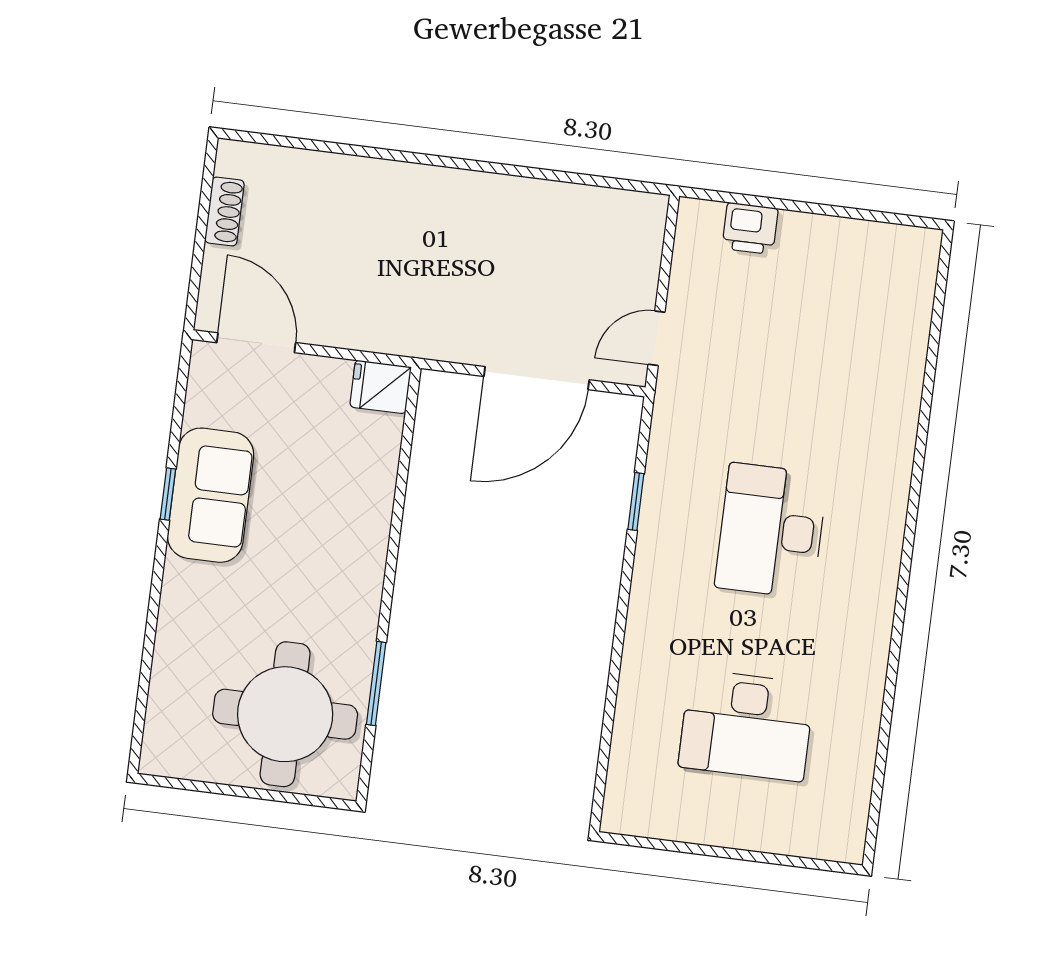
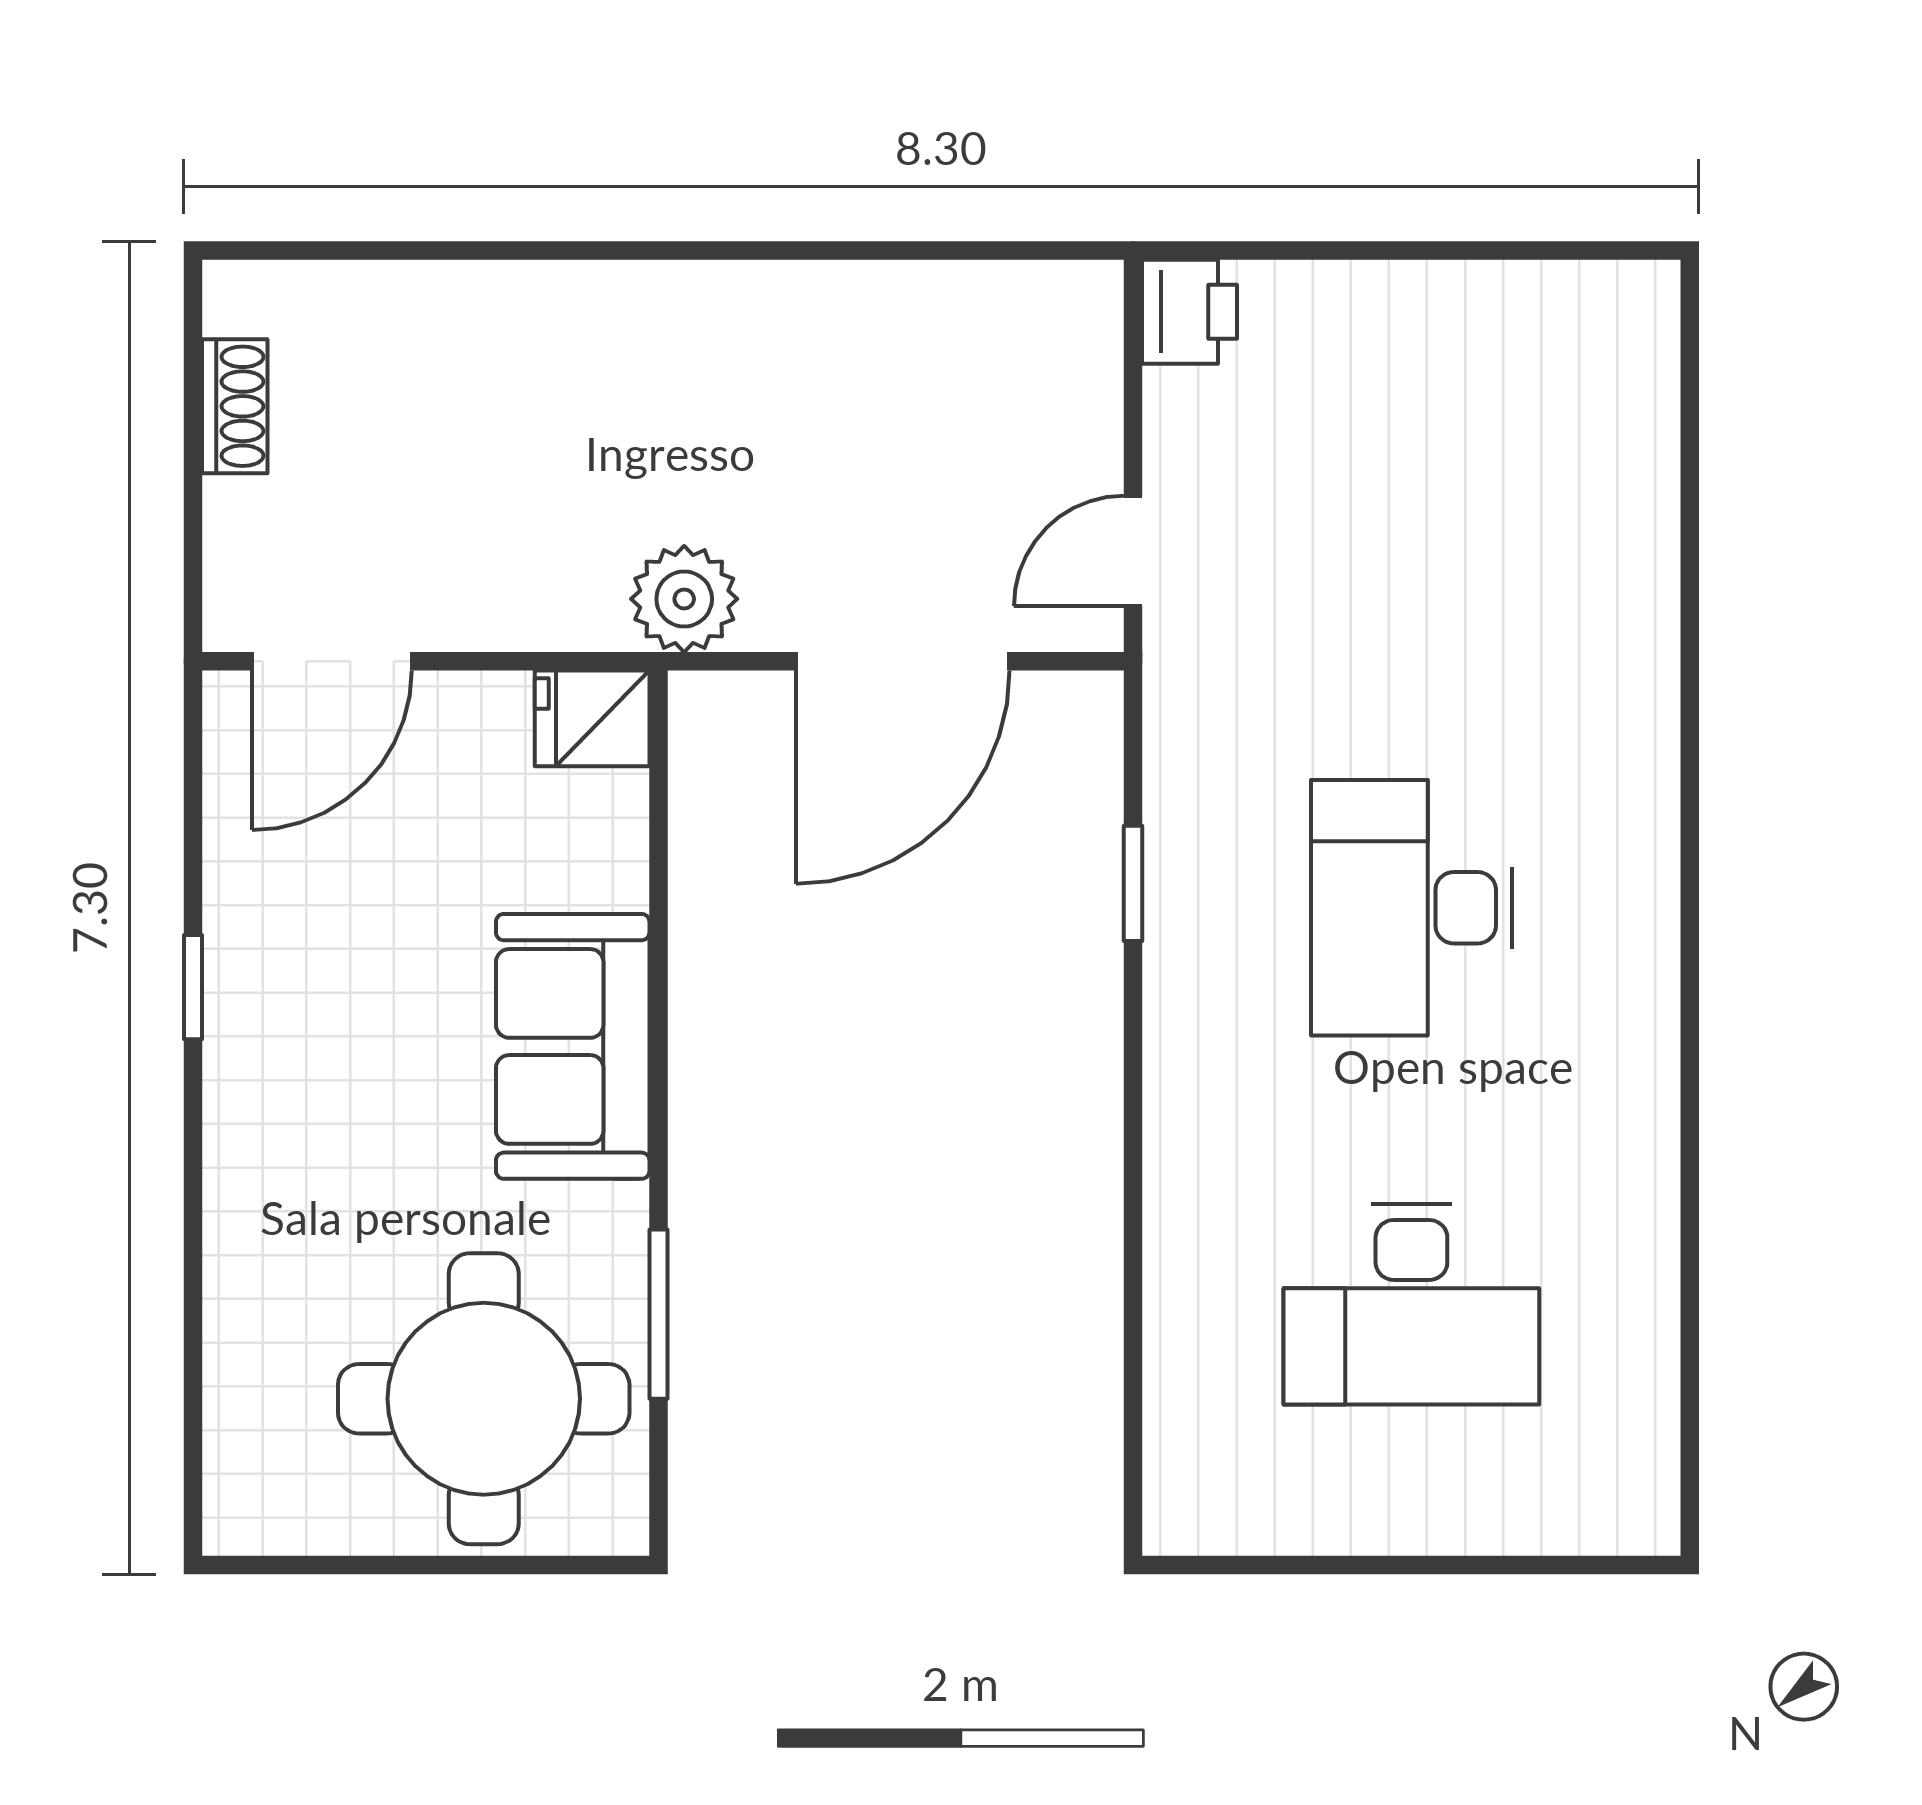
printer: (750, 228) -> (1190, 312), moved, turned -90
plant: (433, 334) -> (684, 599), added
door: (256, 343) -> (332, 661), swing flipped
sofa: (211, 495) -> (573, 1046), moved, turned 180

